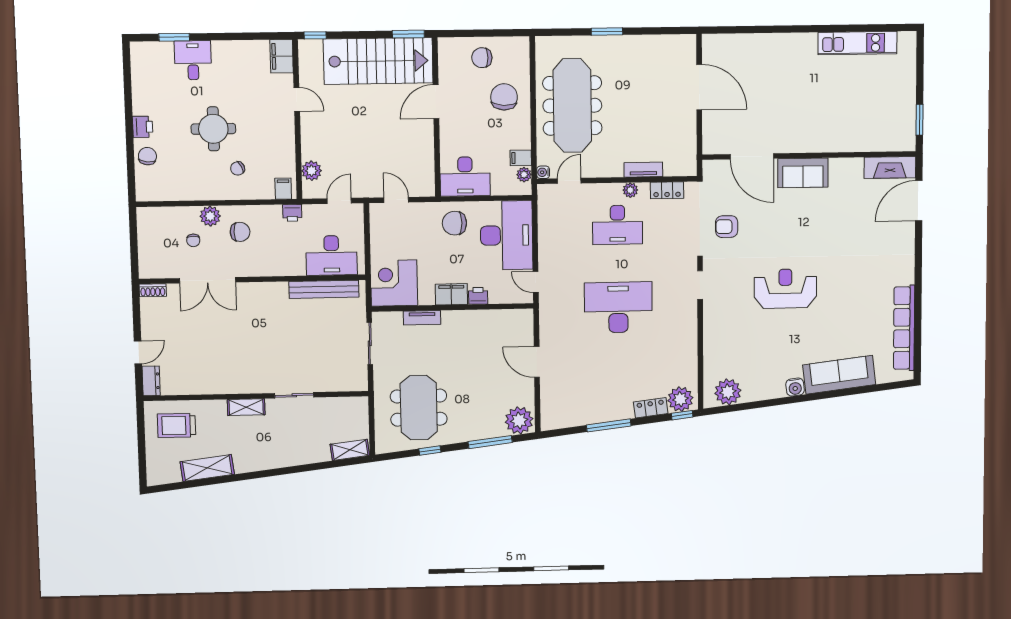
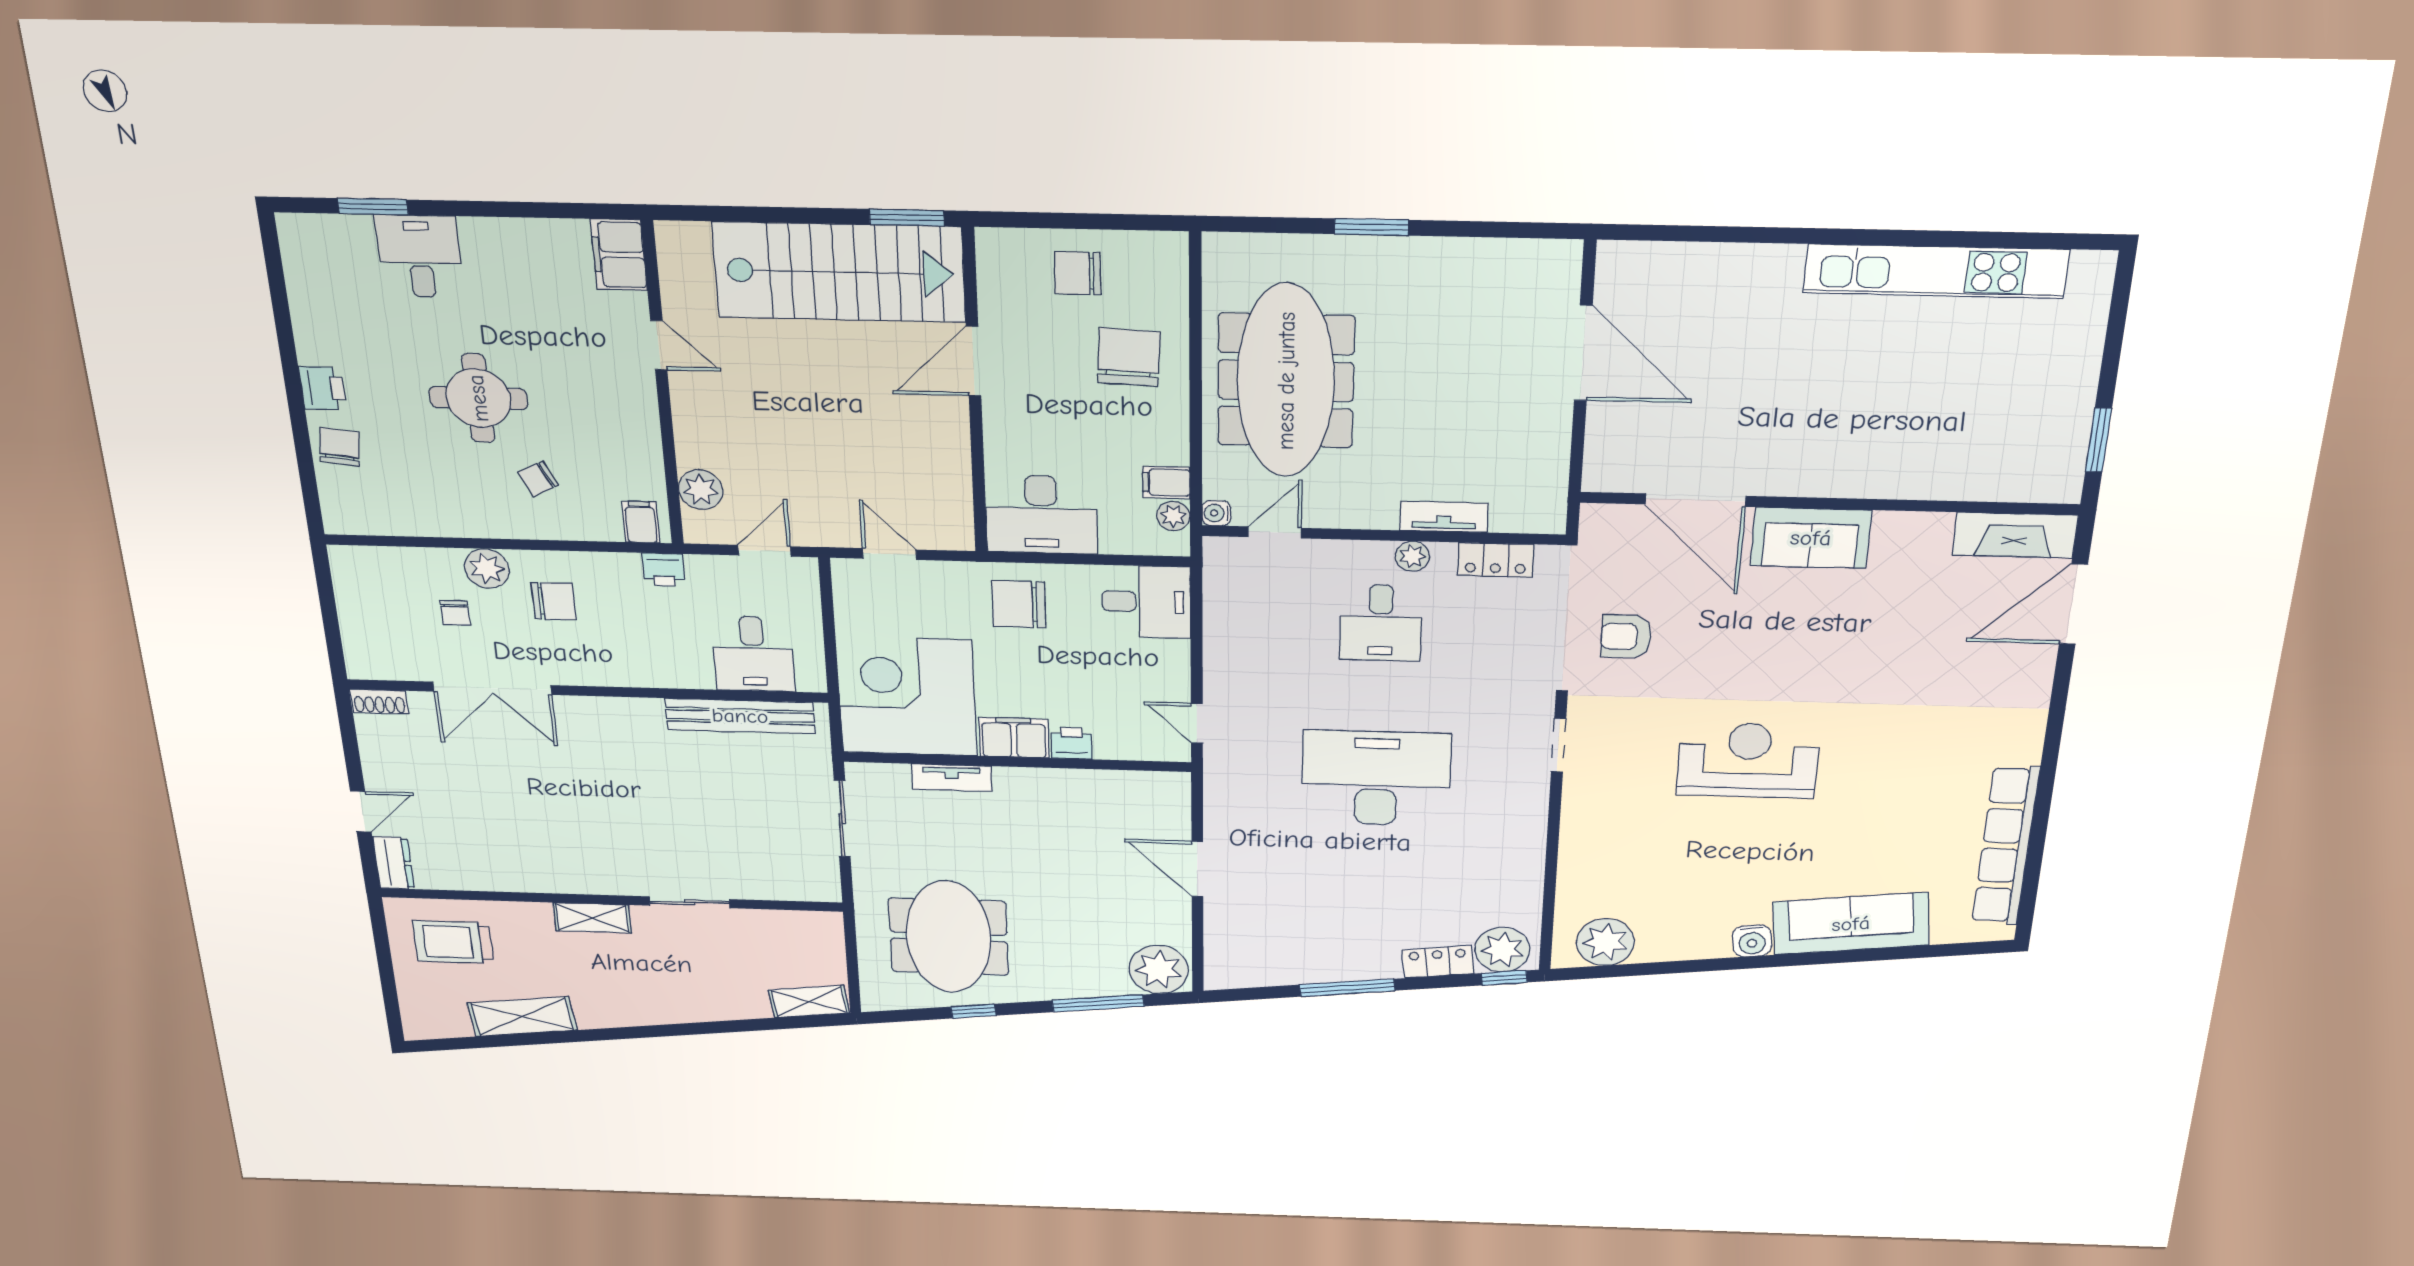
window: (315, 35) -> (692, 213), removed
kitchen unit: (857, 43) -> (1936, 271), width x1.36
desk: (618, 225) -> (1381, 623), width x0.73
desk: (507, 235) -> (1146, 602), width x0.53, depth x0.77
desk: (332, 255) -> (753, 654), width x0.73
corner desk: (394, 283) -> (907, 697), width x1.36, depth x1.36

